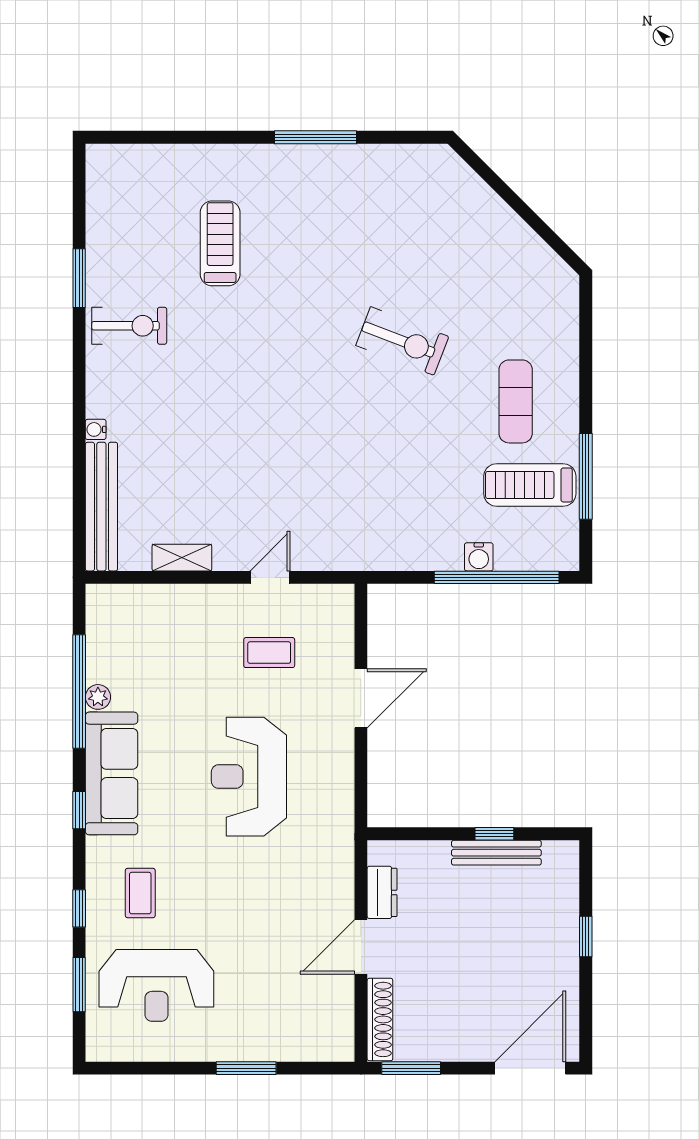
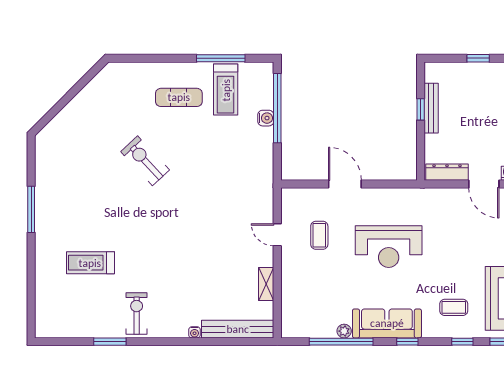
exercise bike: (402, 341) -> (145, 161), turned -64
dresser: (382, 892) -> (447, 172), width x1.44

